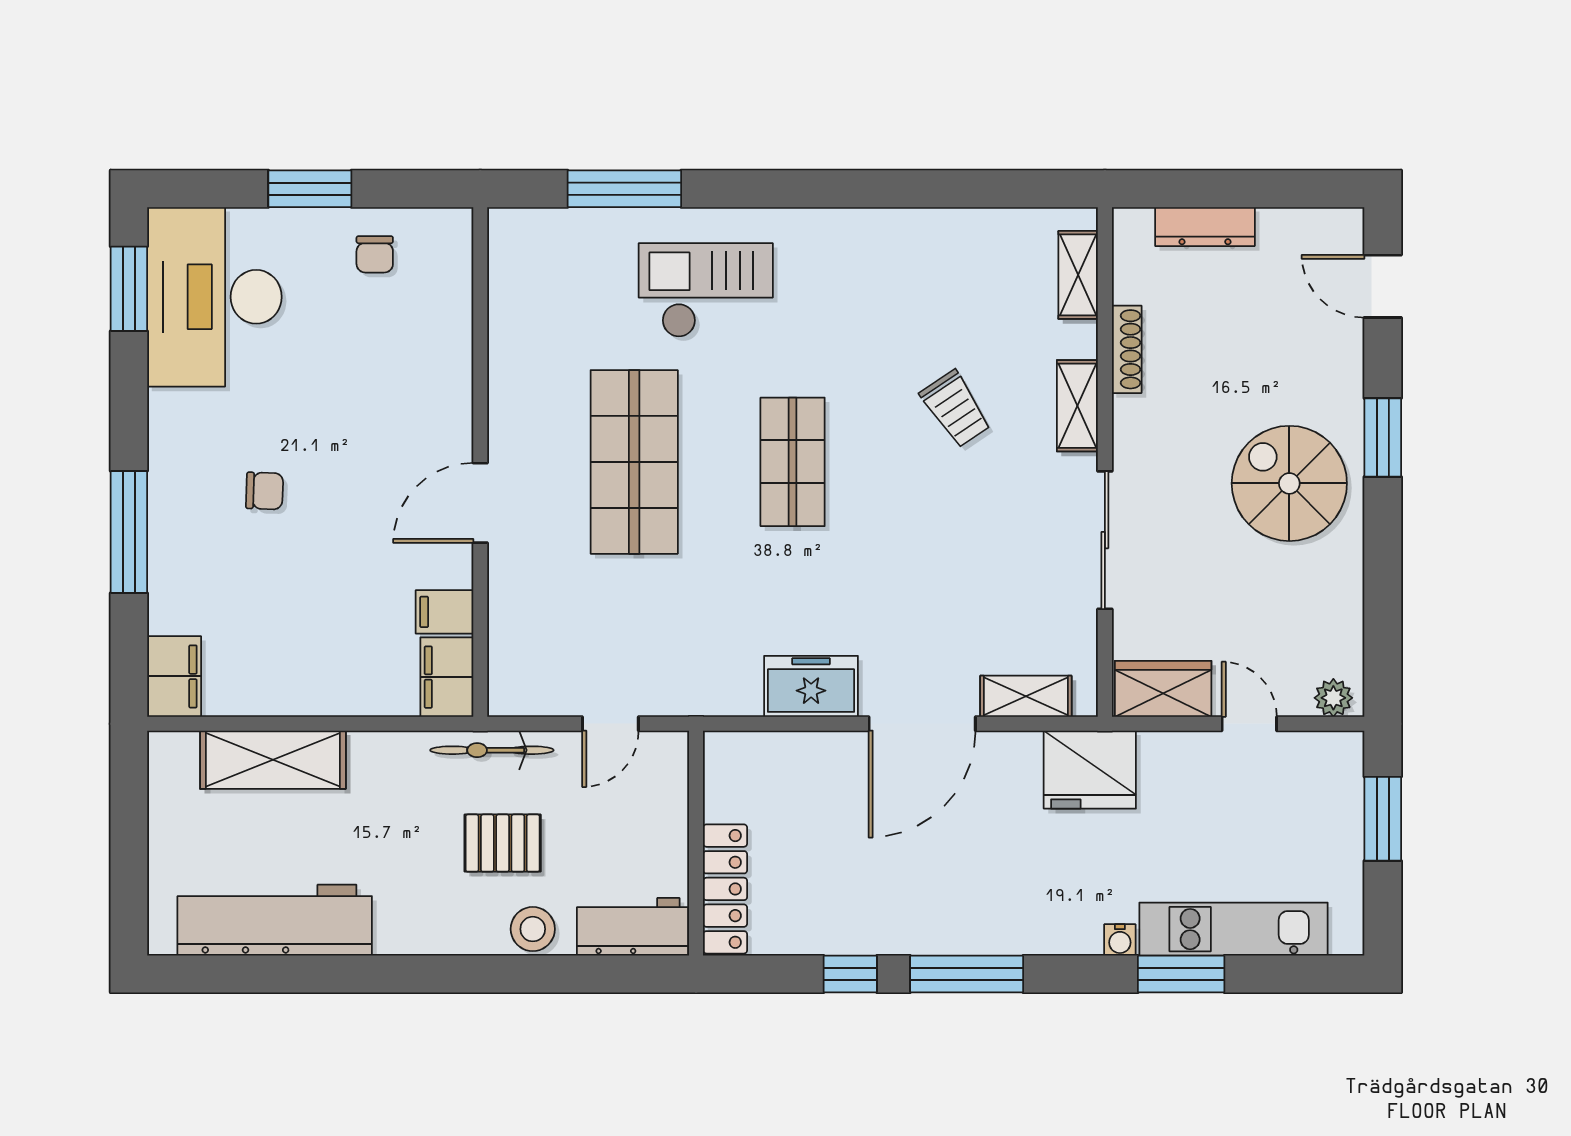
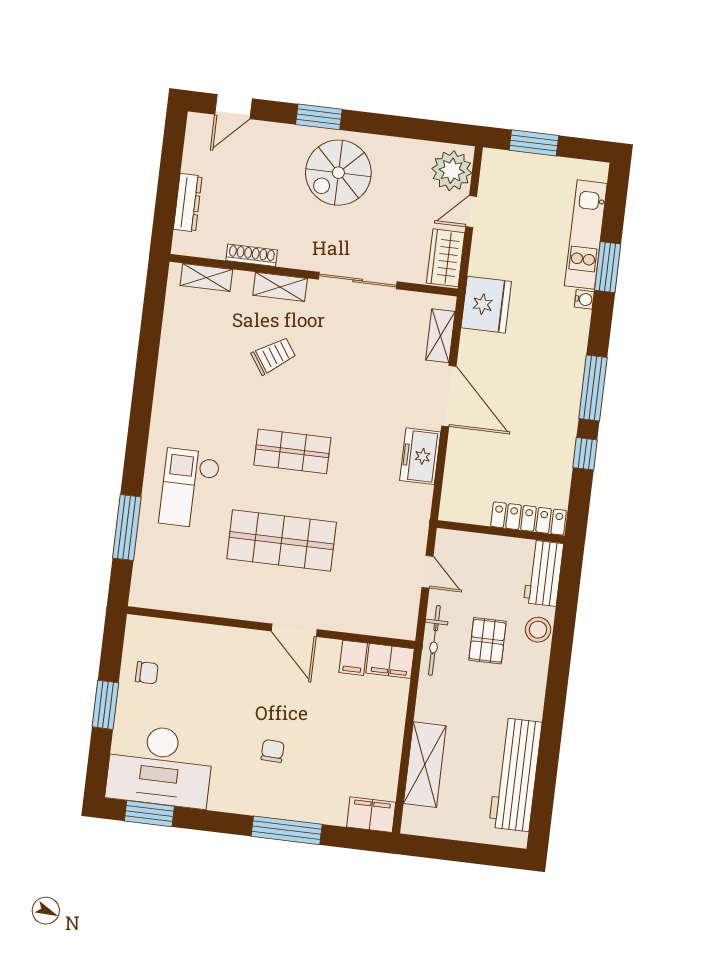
plant: (1333, 698) -> (452, 171), width x1.87, depth x1.87

